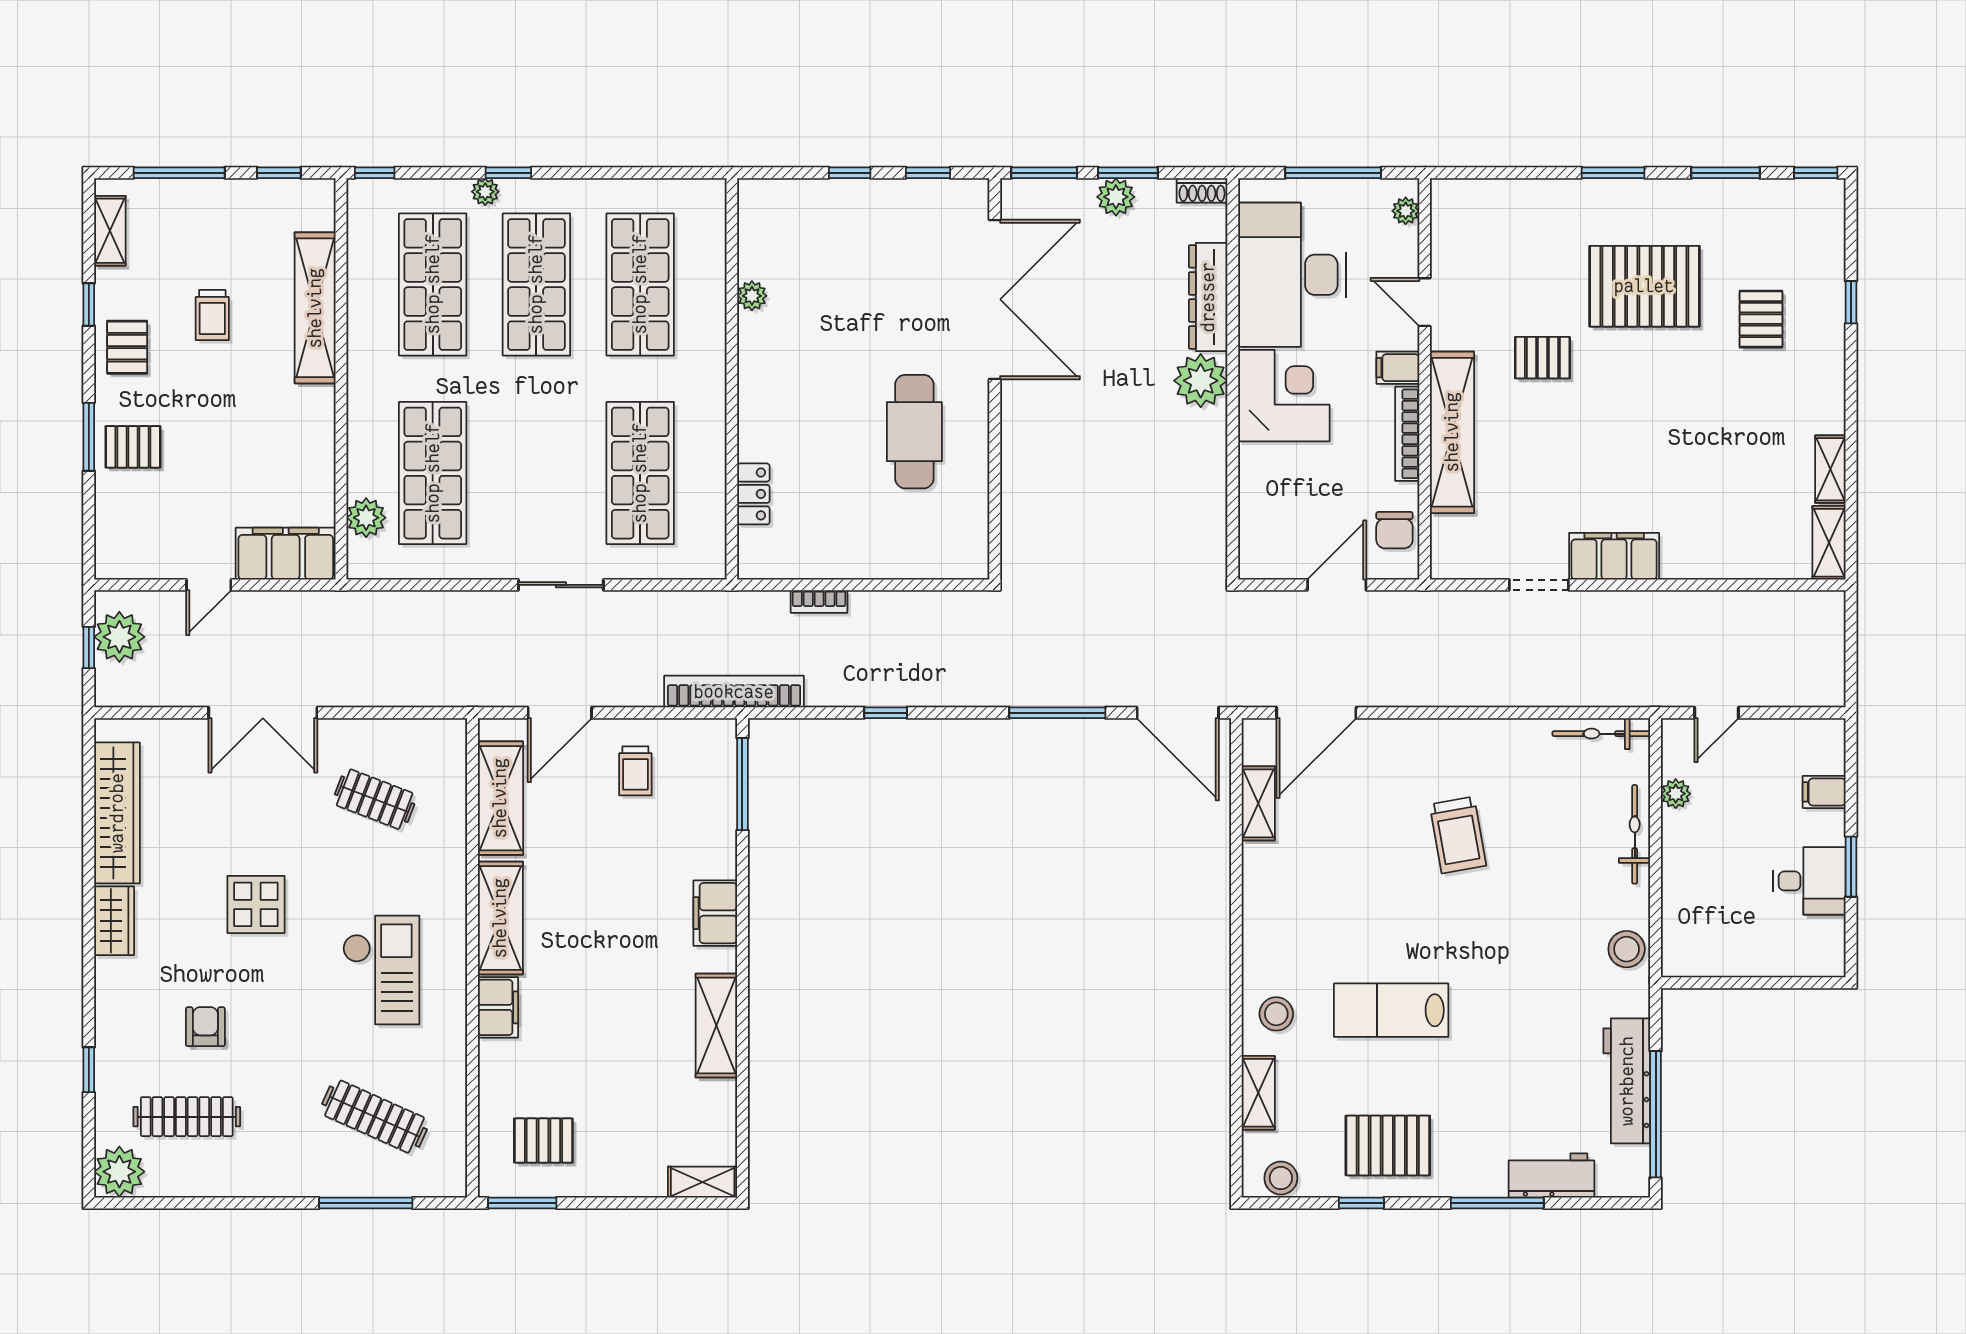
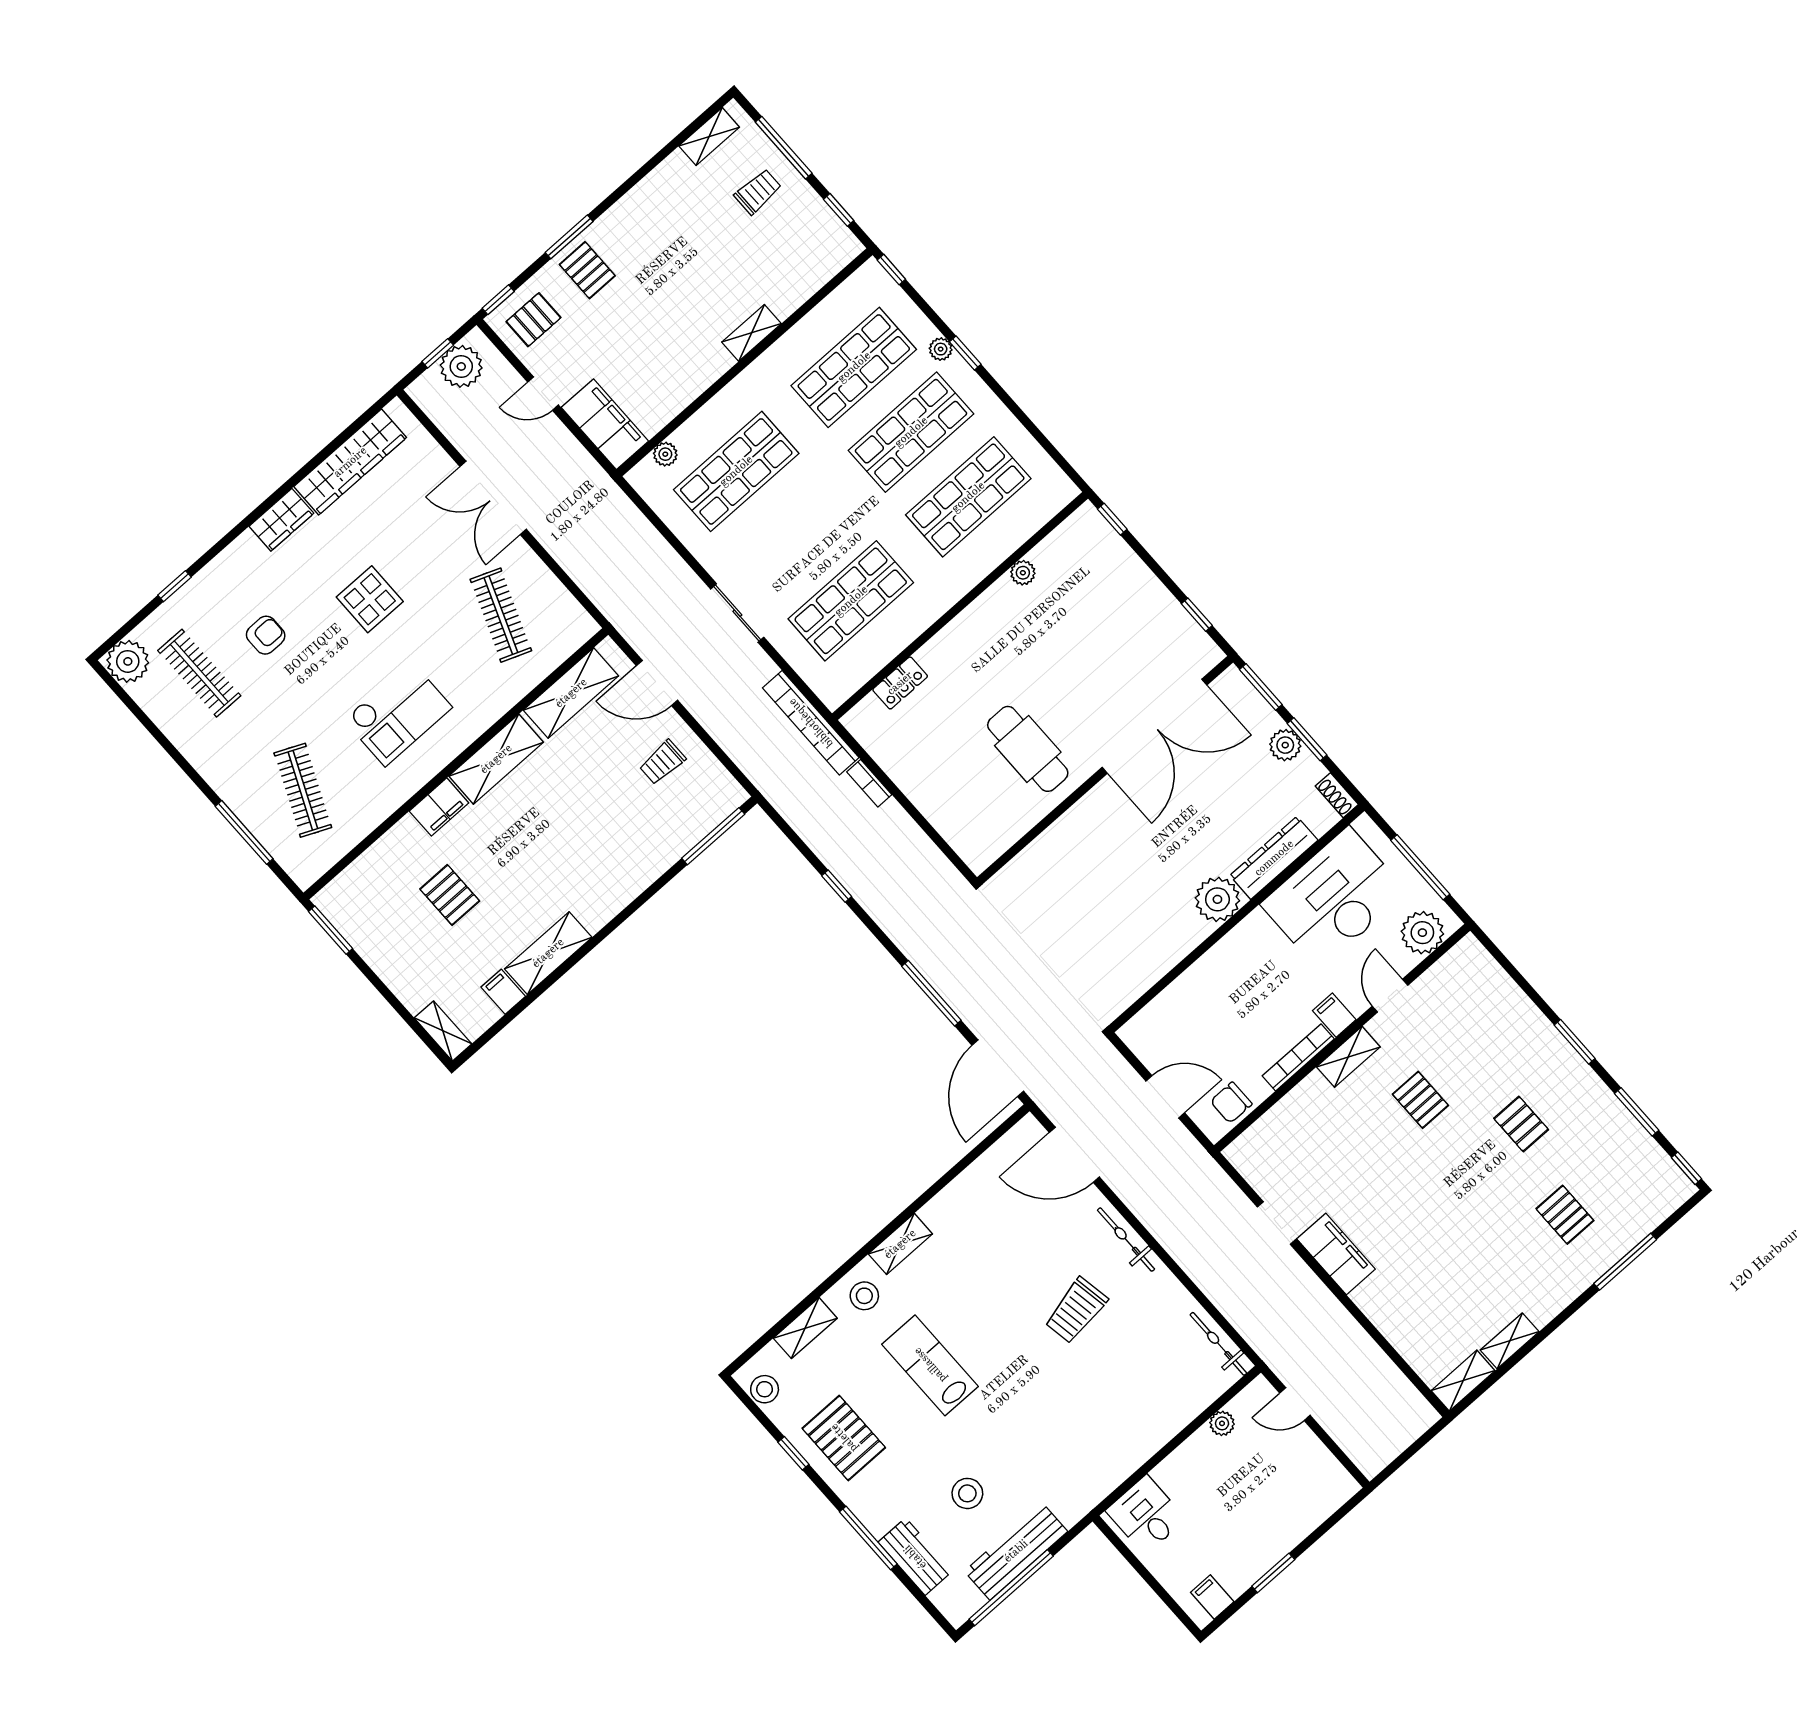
window: (850, 173) -> (1112, 519), moved
plant: (1406, 211) -> (1422, 933), width x1.88, depth x1.88
pallet: (1644, 286) -> (1521, 1124), width x0.49, depth x0.50
window: (1851, 302) -> (1625, 1262), width x2.17
window: (89, 305) -> (498, 300), moved
shelving: (315, 308) -> (752, 333), width x0.45, depth x0.75
trolley: (212, 315) -> (758, 192), moved, turned 180
pallet: (1761, 319) -> (1565, 1215), turned 90
pallet: (127, 347) -> (533, 320), moved
corner desk: (1284, 396) -> (1254, 959), removed
cafe table: (914, 432) -> (1028, 749), turned 90
shelving: (1452, 432) -> (1348, 1057), width x0.45, depth x0.75
plant: (366, 518) -> (665, 454), width x0.73, depth x0.73
bookcase: (734, 692) -> (811, 723), moved, turned 180
filing cabinet: (1824, 792) -> (1212, 1597), moved
clothes rail: (375, 799) -> (501, 615), width x1.36
shelving: (1258, 803) -> (900, 1244), moved
bicycle: (1635, 834) -> (1126, 1240), moved, turned -90
desk: (1809, 881) -> (1146, 1515), moved, turned 180
filing cabinet: (715, 913) -> (503, 992), moved, width x0.50
stool: (1627, 949) -> (967, 1493), moved
pallet: (543, 1141) -> (450, 895), moved

